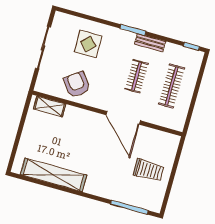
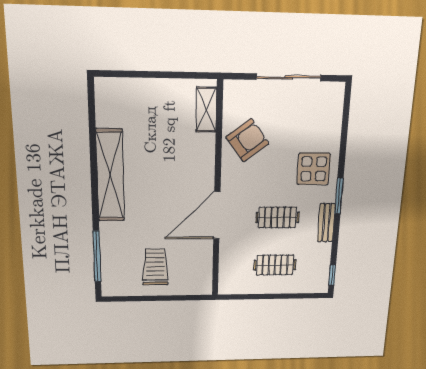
display table: (88, 44) -> (314, 169), moved
clothes rail: (171, 86) -> (275, 265), width x0.73
trolley: (149, 170) -> (155, 267), turned 180
shelving: (53, 175) -> (110, 176), moved

